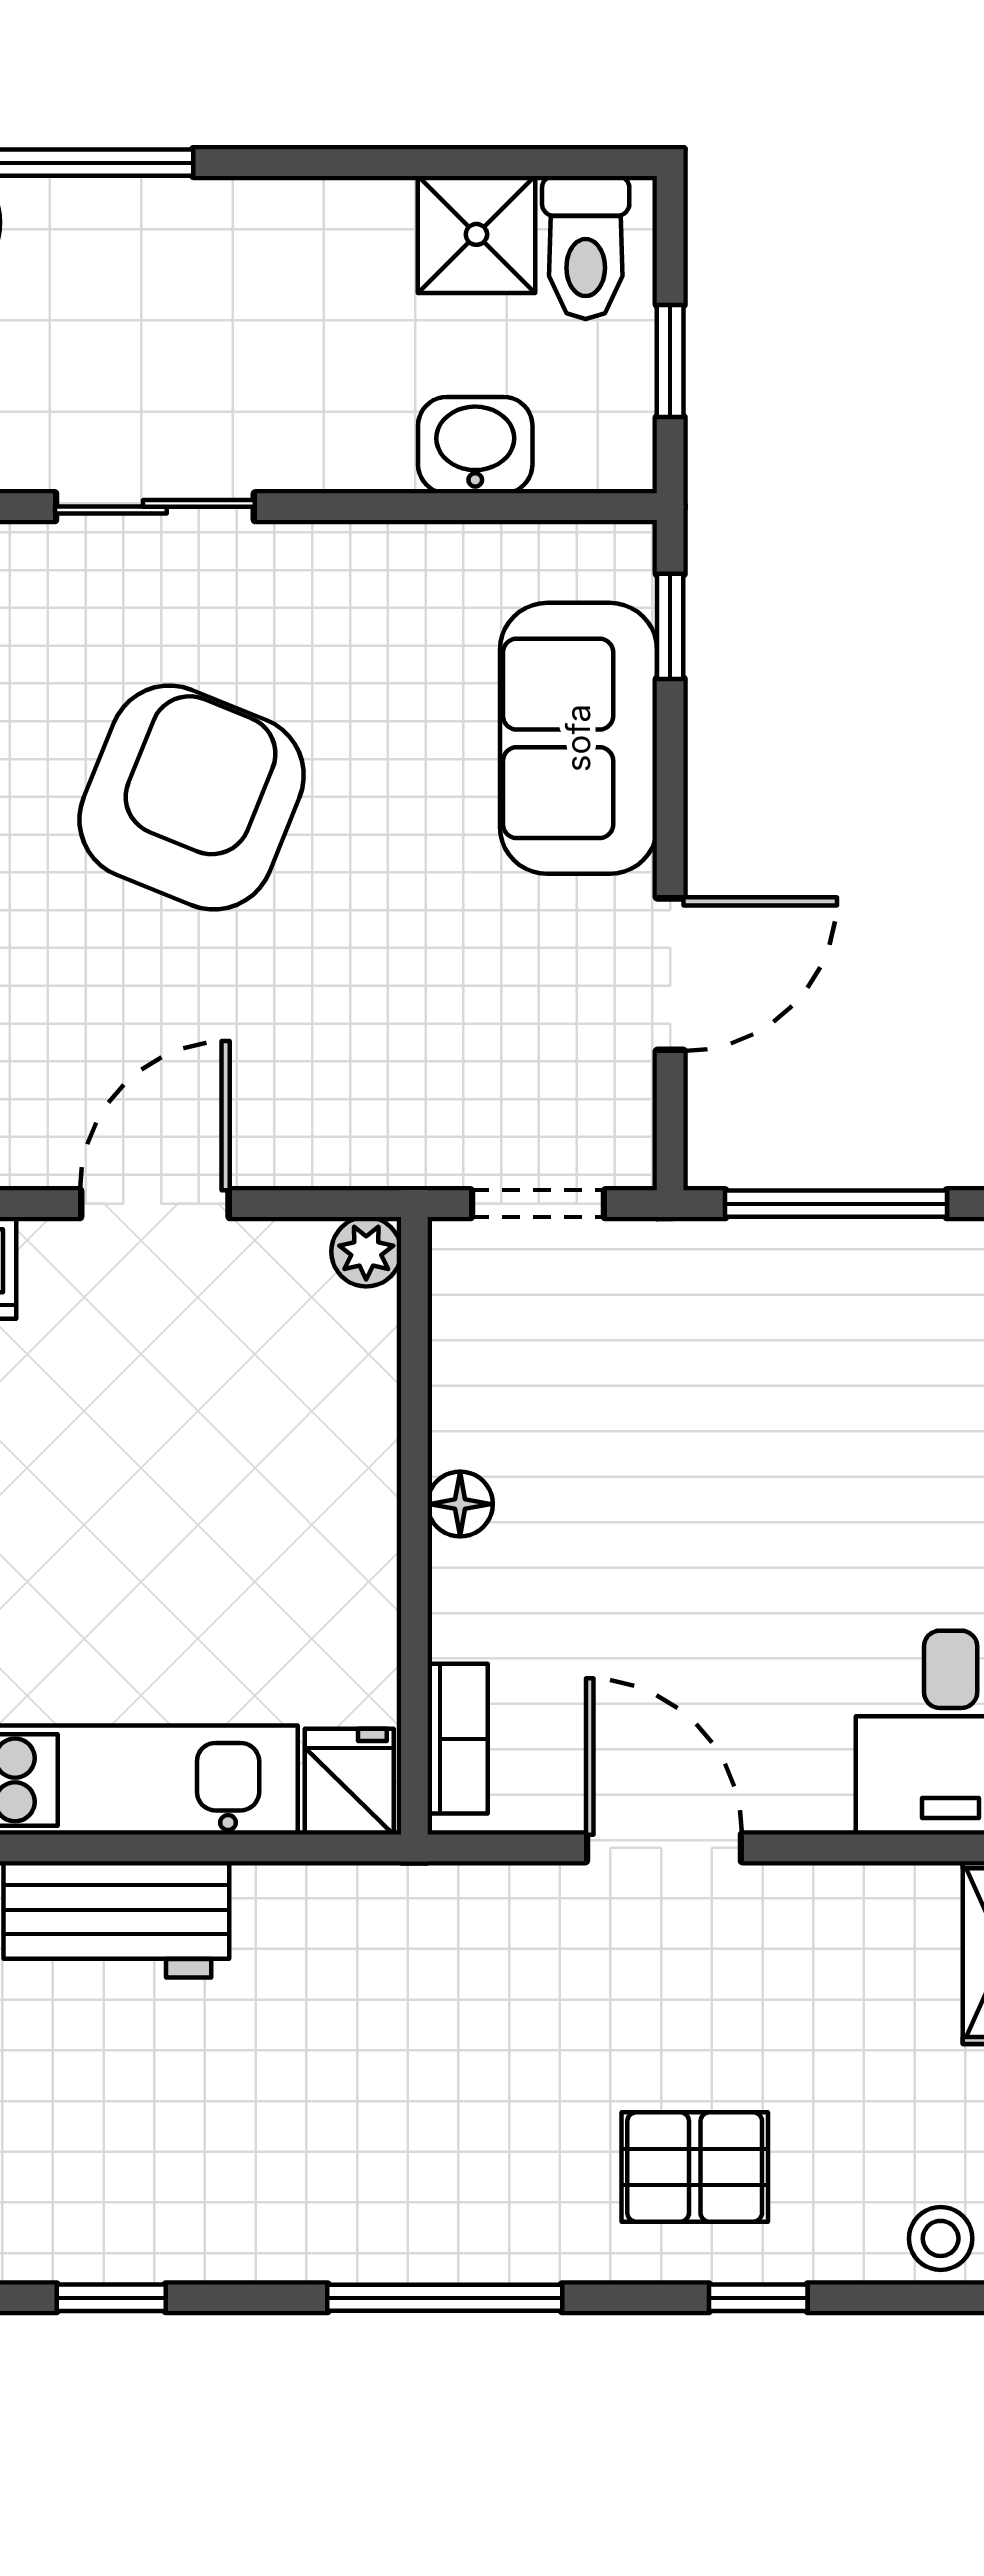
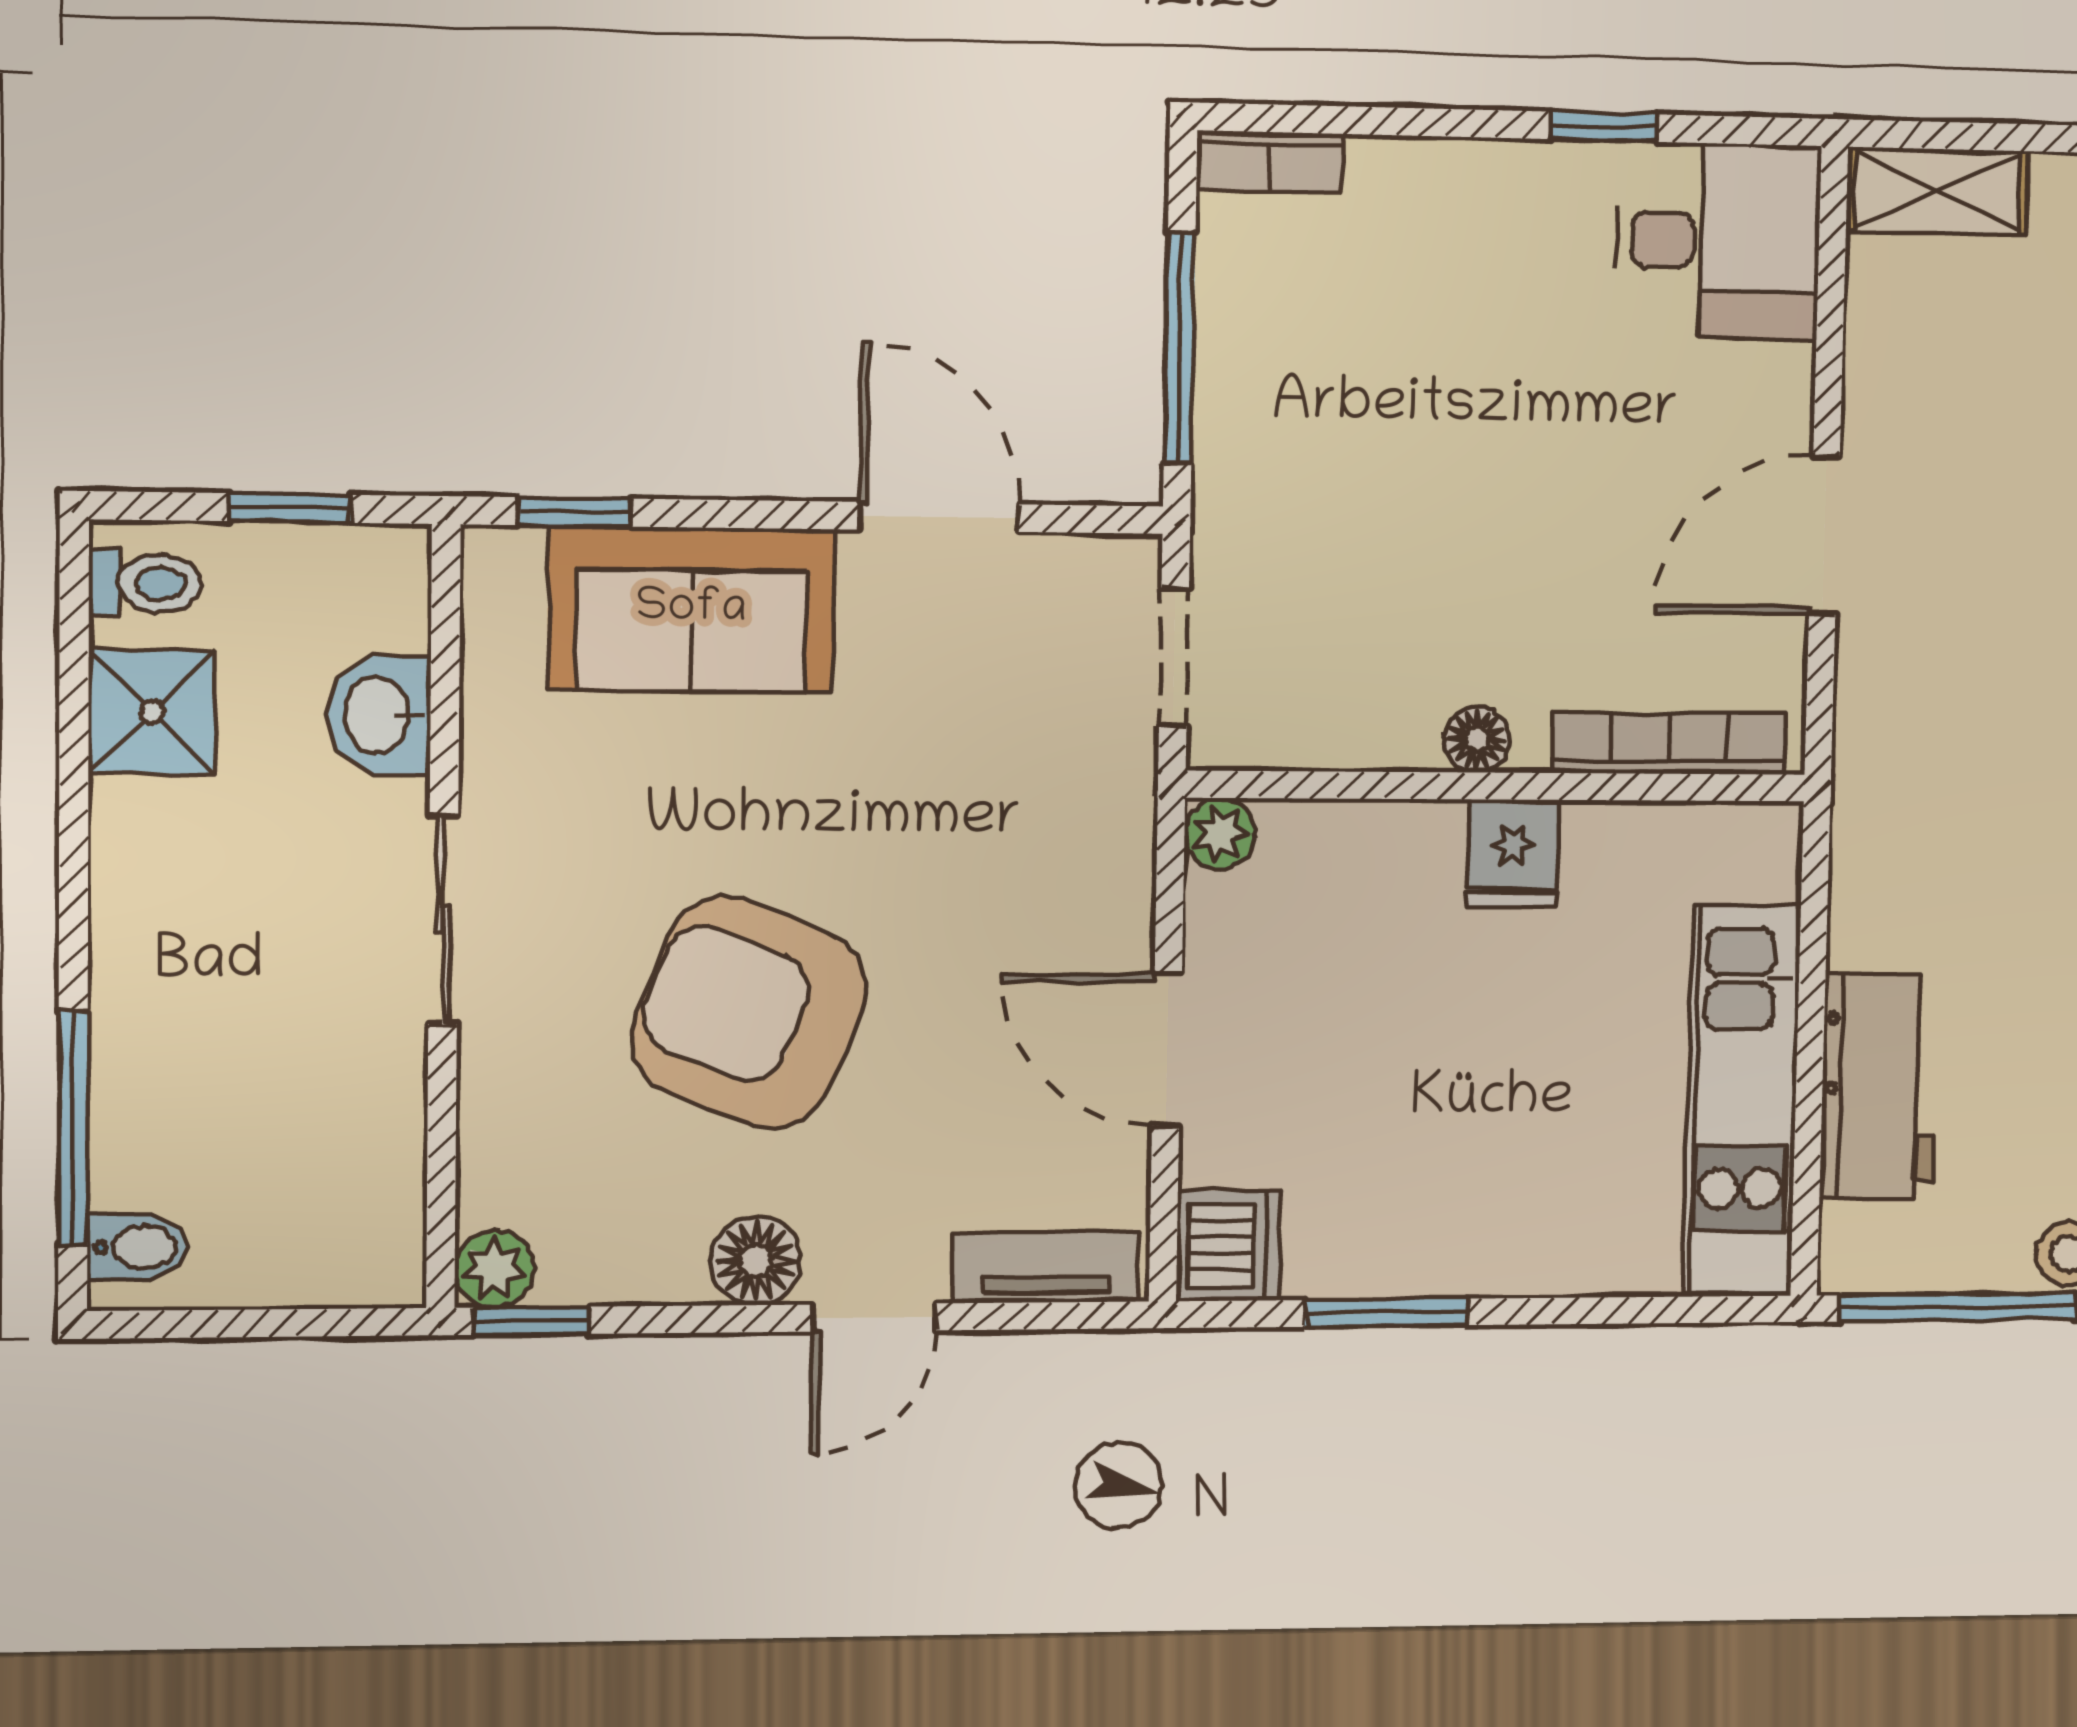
toilet: (586, 247) -> (145, 583), width x0.73, depth x0.72
sliding door: (155, 507) -> (443, 920), moved
bookcase: (458, 1739) -> (1669, 743), width x1.56
fridge: (349, 1782) -> (1513, 853), moved, turned -90

